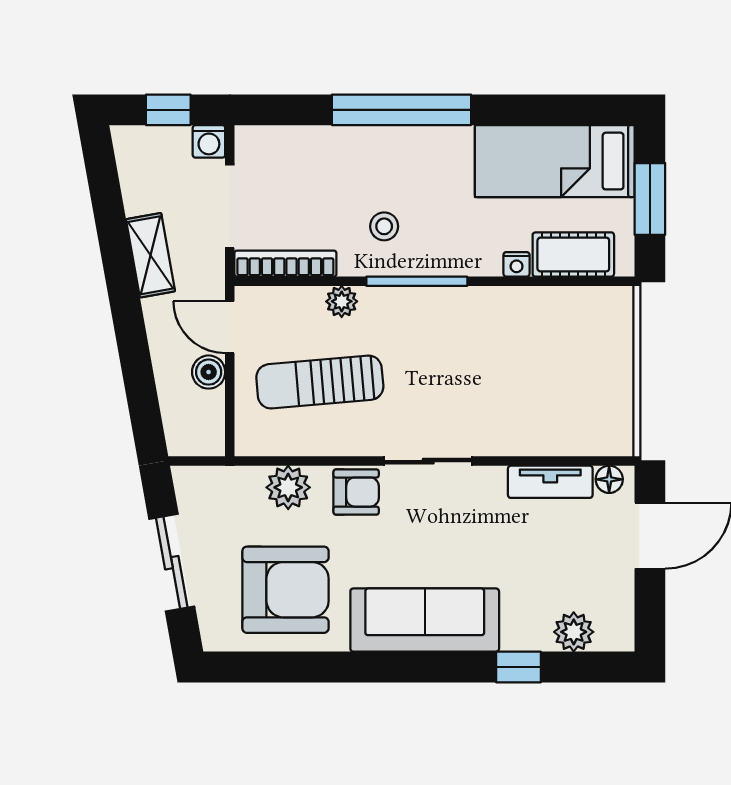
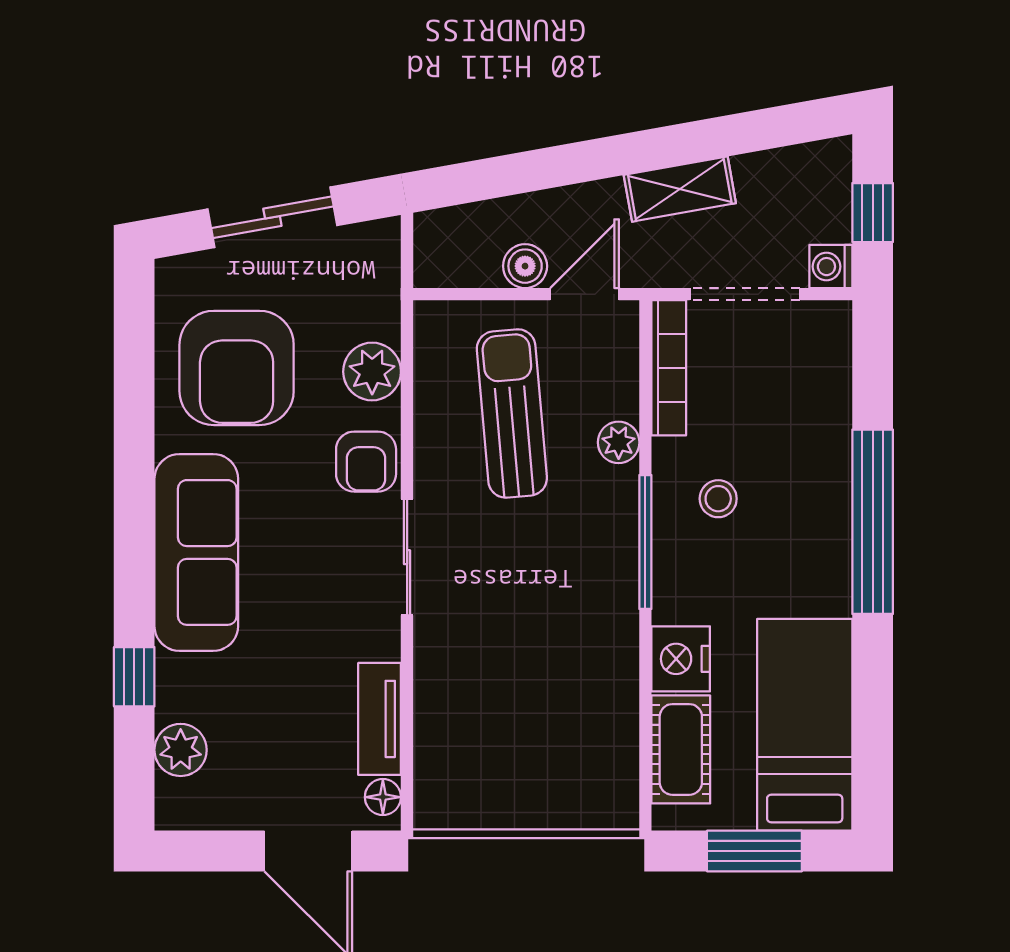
nightstand: (517, 264) -> (681, 659), width x1.89, depth x1.79

